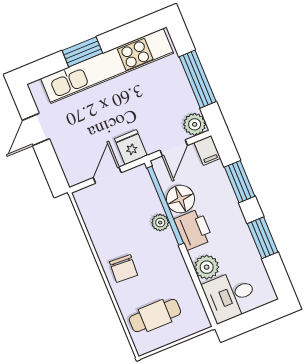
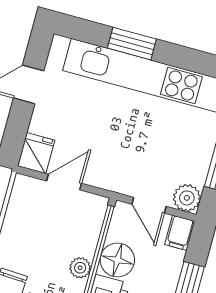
fridge: (131, 147) -> (36, 153), moved
door: (174, 148) -> (149, 205), hinge flipped

